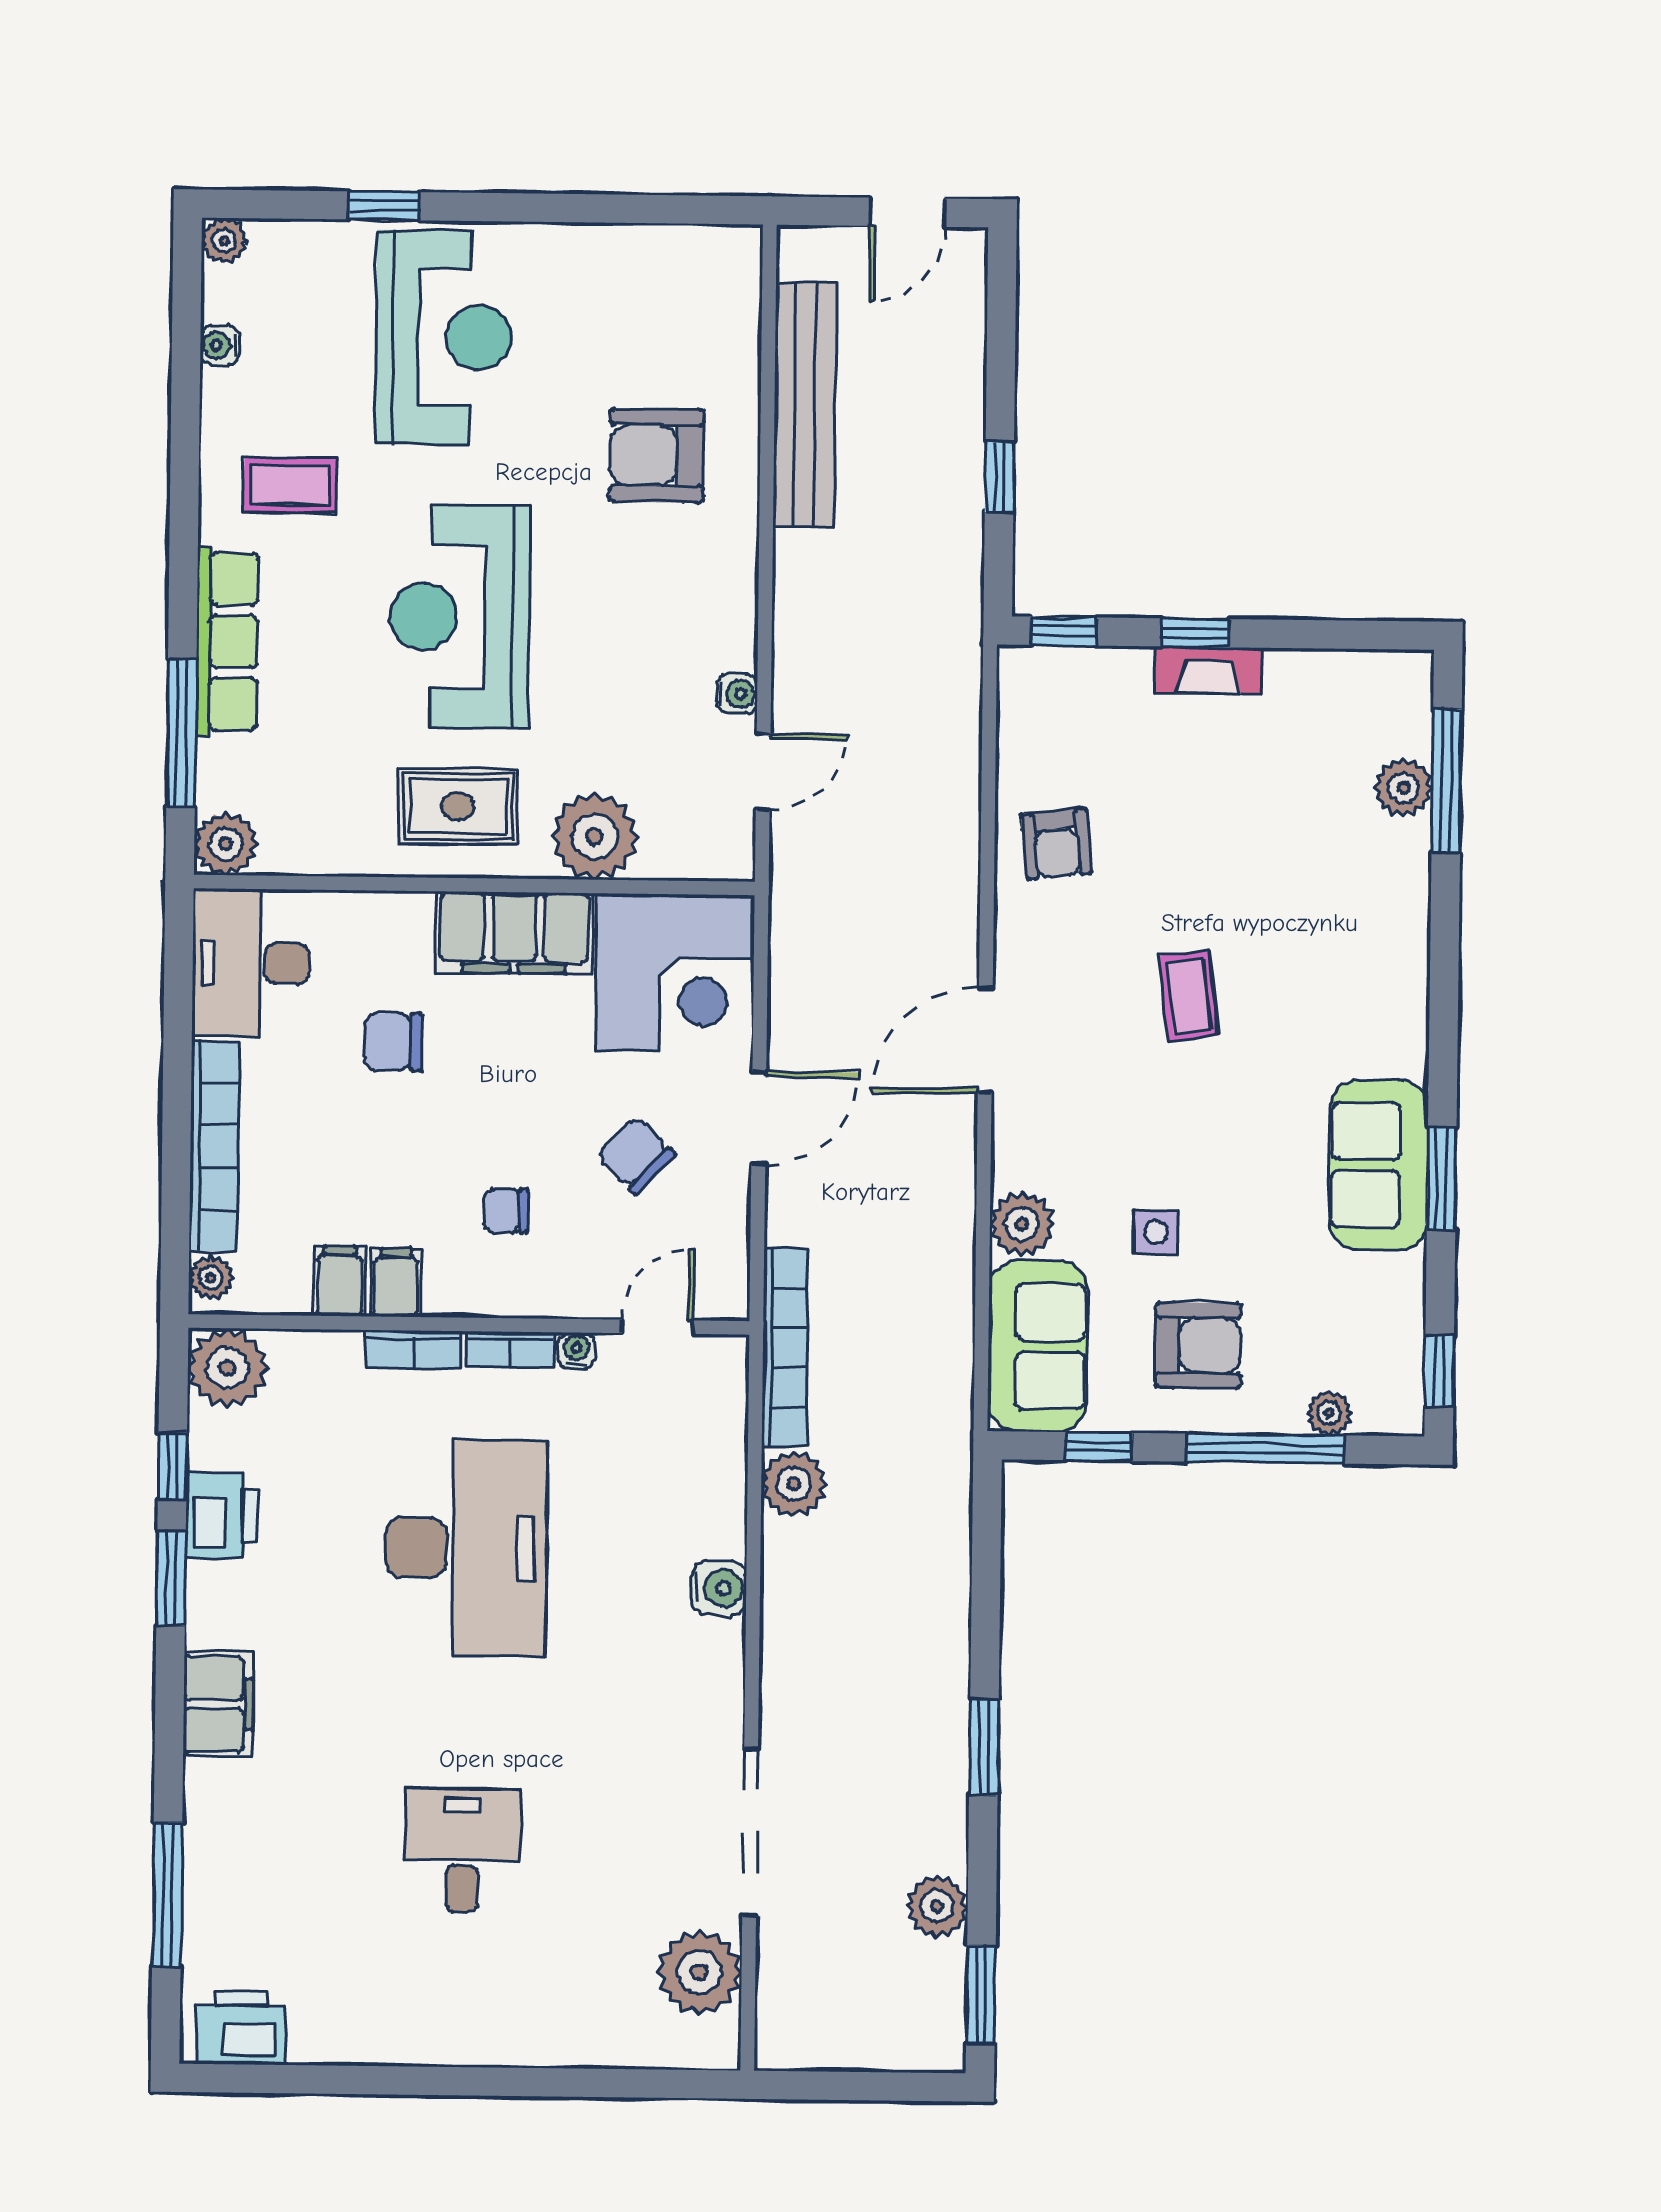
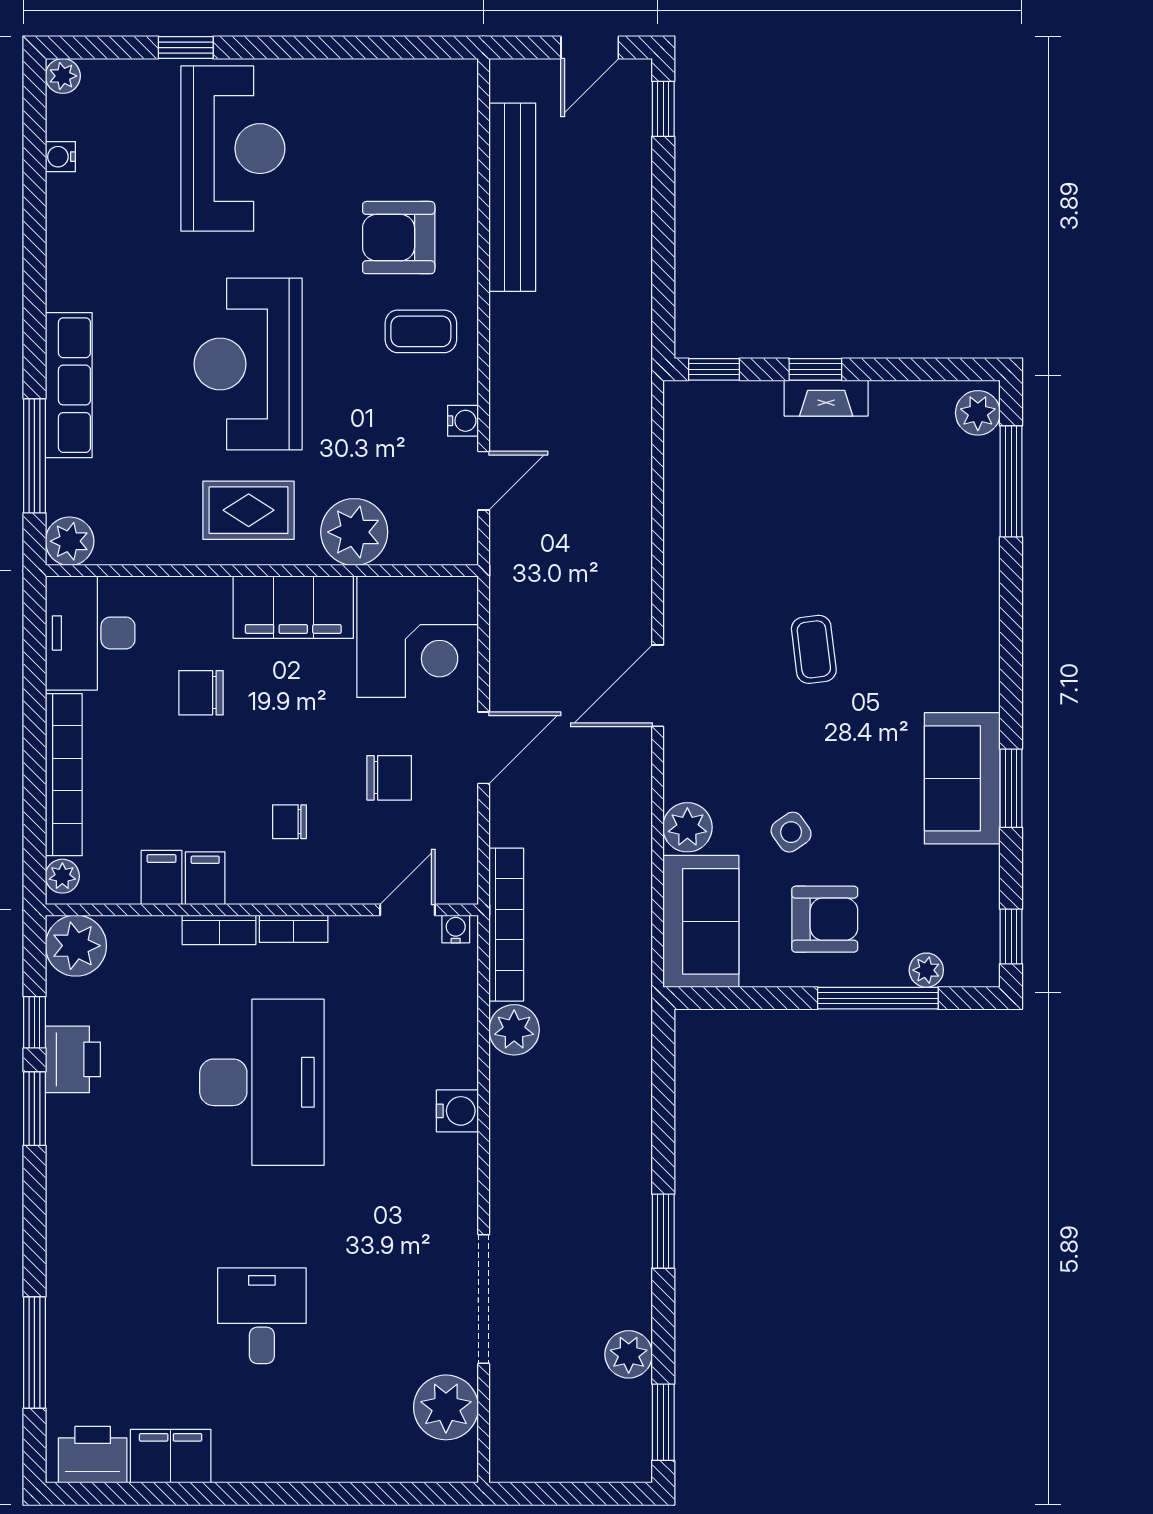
window: (999, 477) -> (663, 109), moved
coffee table: (290, 485) -> (421, 331), moved
plant: (1403, 788) -> (978, 413), moved
armchair: (1056, 844) -> (711, 533), removed
chair: (636, 1155) -> (389, 778), turned 136
side table: (1156, 1232) -> (791, 832), turned -35
water cooler: (577, 1351) -> (456, 929), moved
window: (1099, 1447) -> (749, 998), removed
filing cabinet: (218, 1704) -> (171, 1456), moved, turned -90

